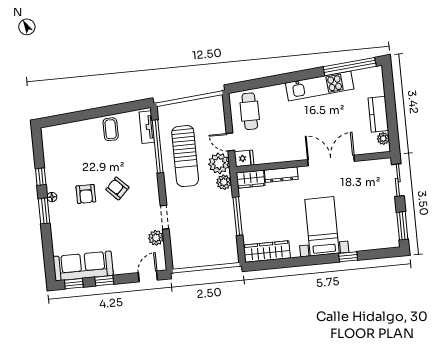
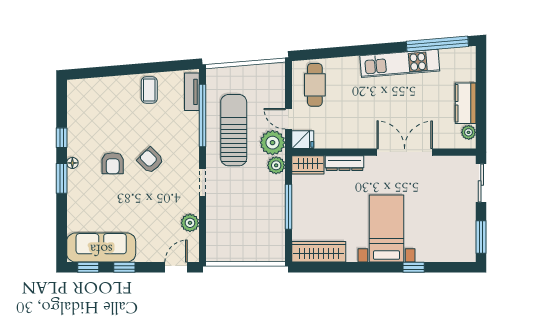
sun lounger: (185, 156) -> (234, 130), turned 180
doorway: (165, 217) -> (203, 182), moved

